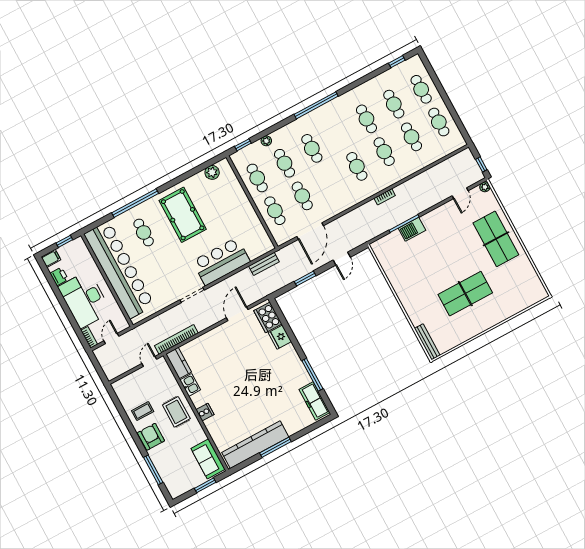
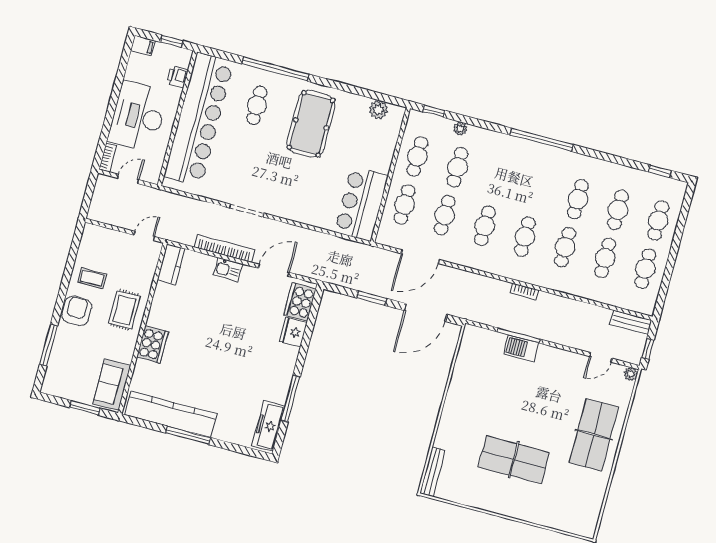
cafe table: (312, 148) -> (485, 226), moved
door: (342, 259) -> (426, 312), width x1.87
bar counter: (221, 261) -> (361, 204), moved, turned -90
bench: (264, 264) -> (631, 322), moved
printer: (59, 276) -> (177, 77), moved, turned 180
bookcase: (176, 339) -> (224, 248), moved
kitchen sink: (190, 385) -> (228, 269), moved, turned 90
cooker: (205, 412) -> (153, 344), width x1.87, depth x1.31

